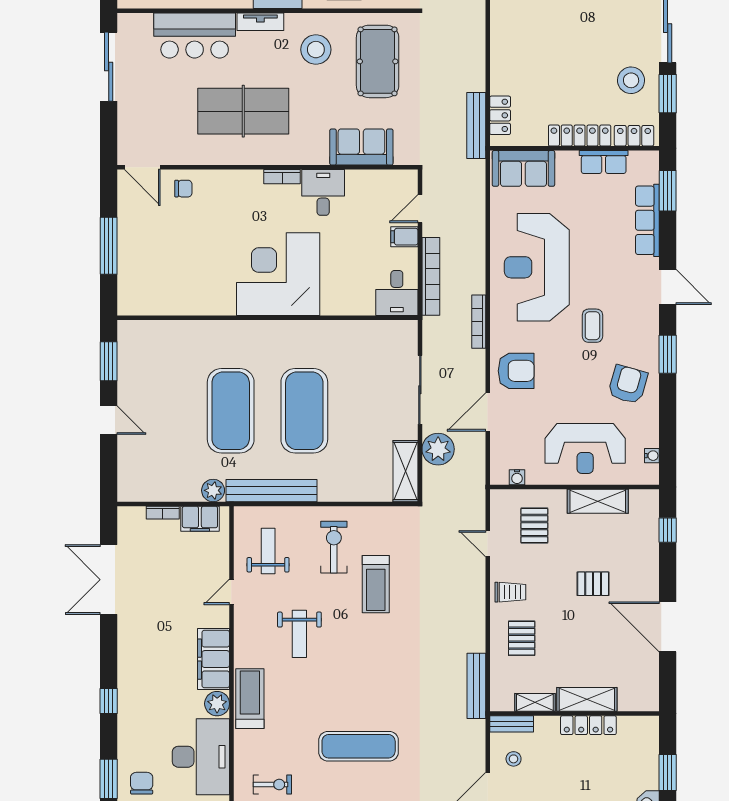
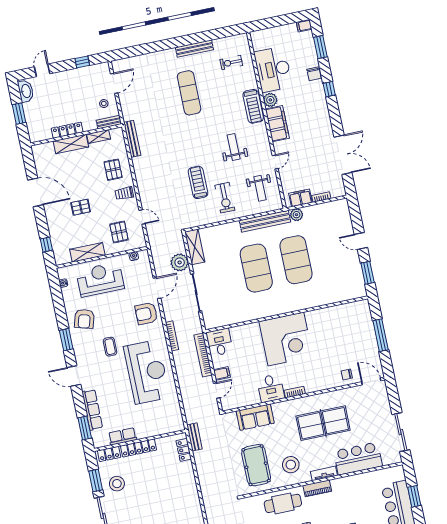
bench: (476, 126) -> (194, 437), width x0.73
sofa: (523, 168) -> (165, 424), removed
exercise mat: (359, 746) -> (189, 93), turned 90
chair: (142, 783) -> (314, 74), moved

